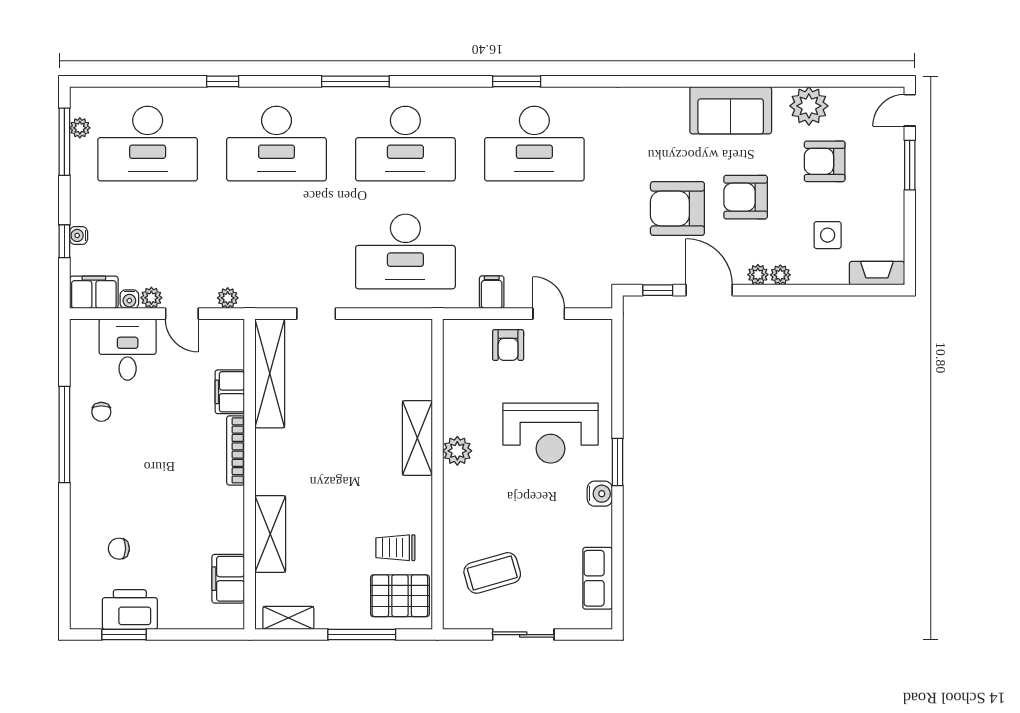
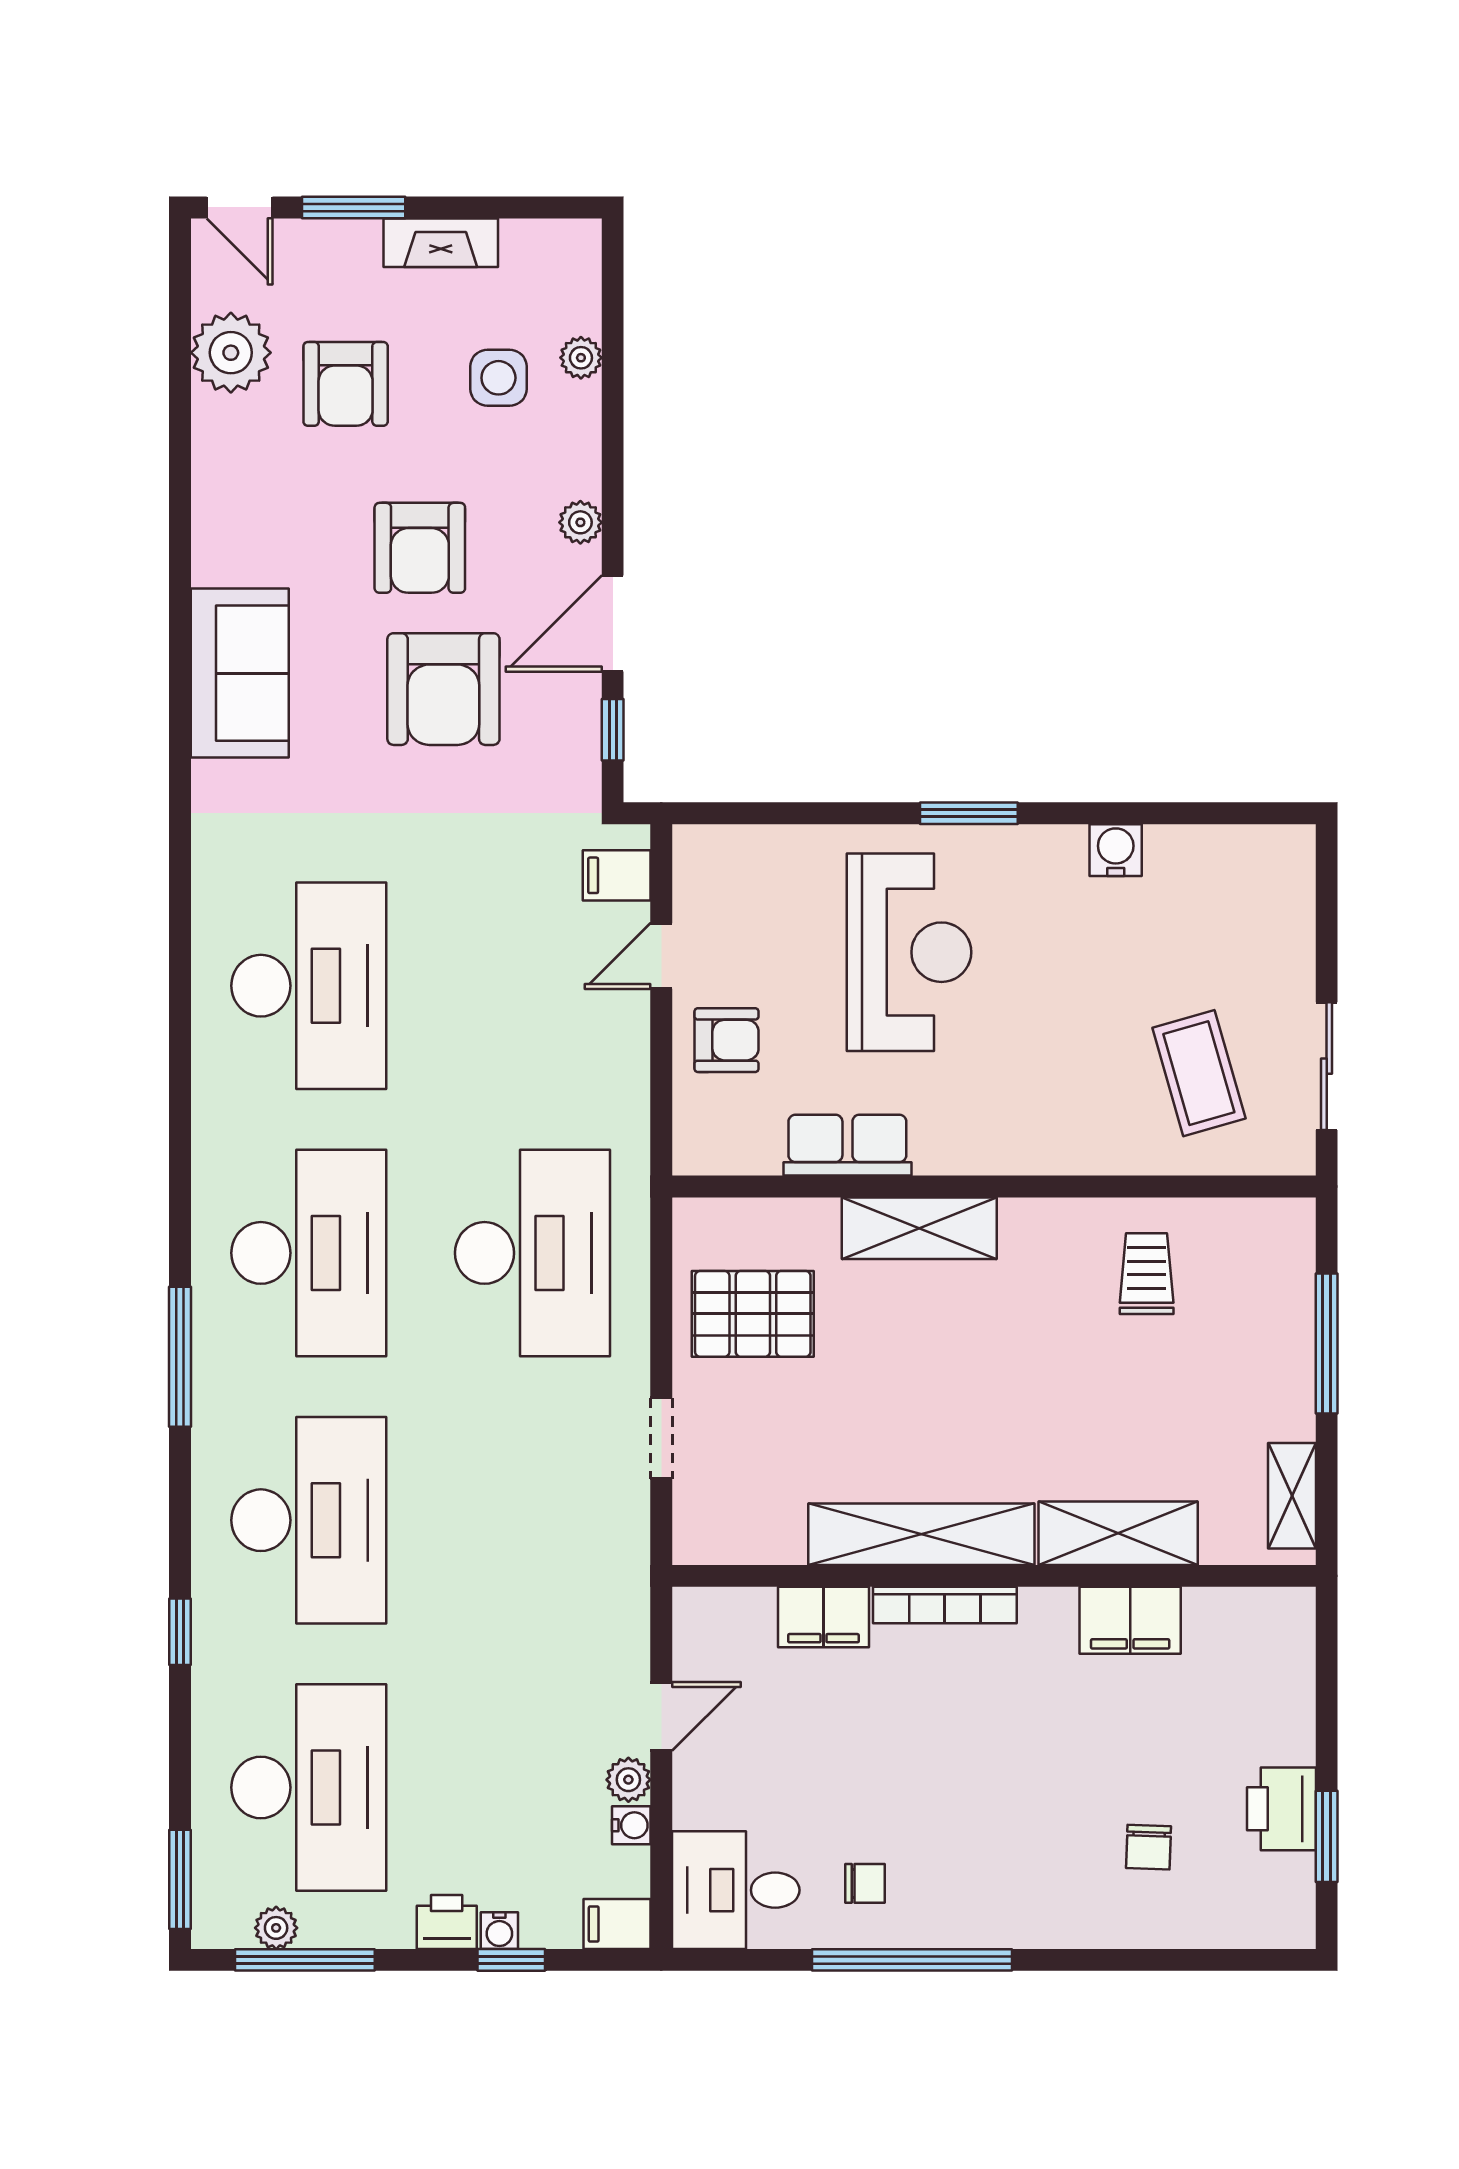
window: (517, 81) -> (180, 1879), moved
plant: (809, 106) -> (231, 353), moved
sofa: (731, 110) -> (240, 673), moved
printer: (83, 210) -> (447, 1922), added
fireplace: (877, 273) -> (441, 243), moved, turned -90
plant: (780, 275) -> (581, 358), moved
filing cabinet: (94, 292) -> (617, 1924), width x0.50
filing cabinet: (492, 292) -> (617, 875), moved
plant: (228, 298) -> (629, 1621), removed
desk: (128, 350) -> (736, 1890), moved
shelving: (270, 373) -> (921, 1534), moved
plant: (457, 451) -> (946, 1145), removed
water cooler: (600, 494) -> (1116, 850), moved
trolley: (395, 548) -> (1147, 1274), turned 180
row of seats: (598, 578) -> (847, 1145), moved, turned 180
filing cabinet: (228, 579) -> (1130, 1620), moved
pallet: (400, 596) -> (753, 1314), moved, turned 90
printer: (130, 610) -> (1281, 1809), width x0.73, depth x0.84
sliding door: (523, 635) -> (1327, 1066), moved

